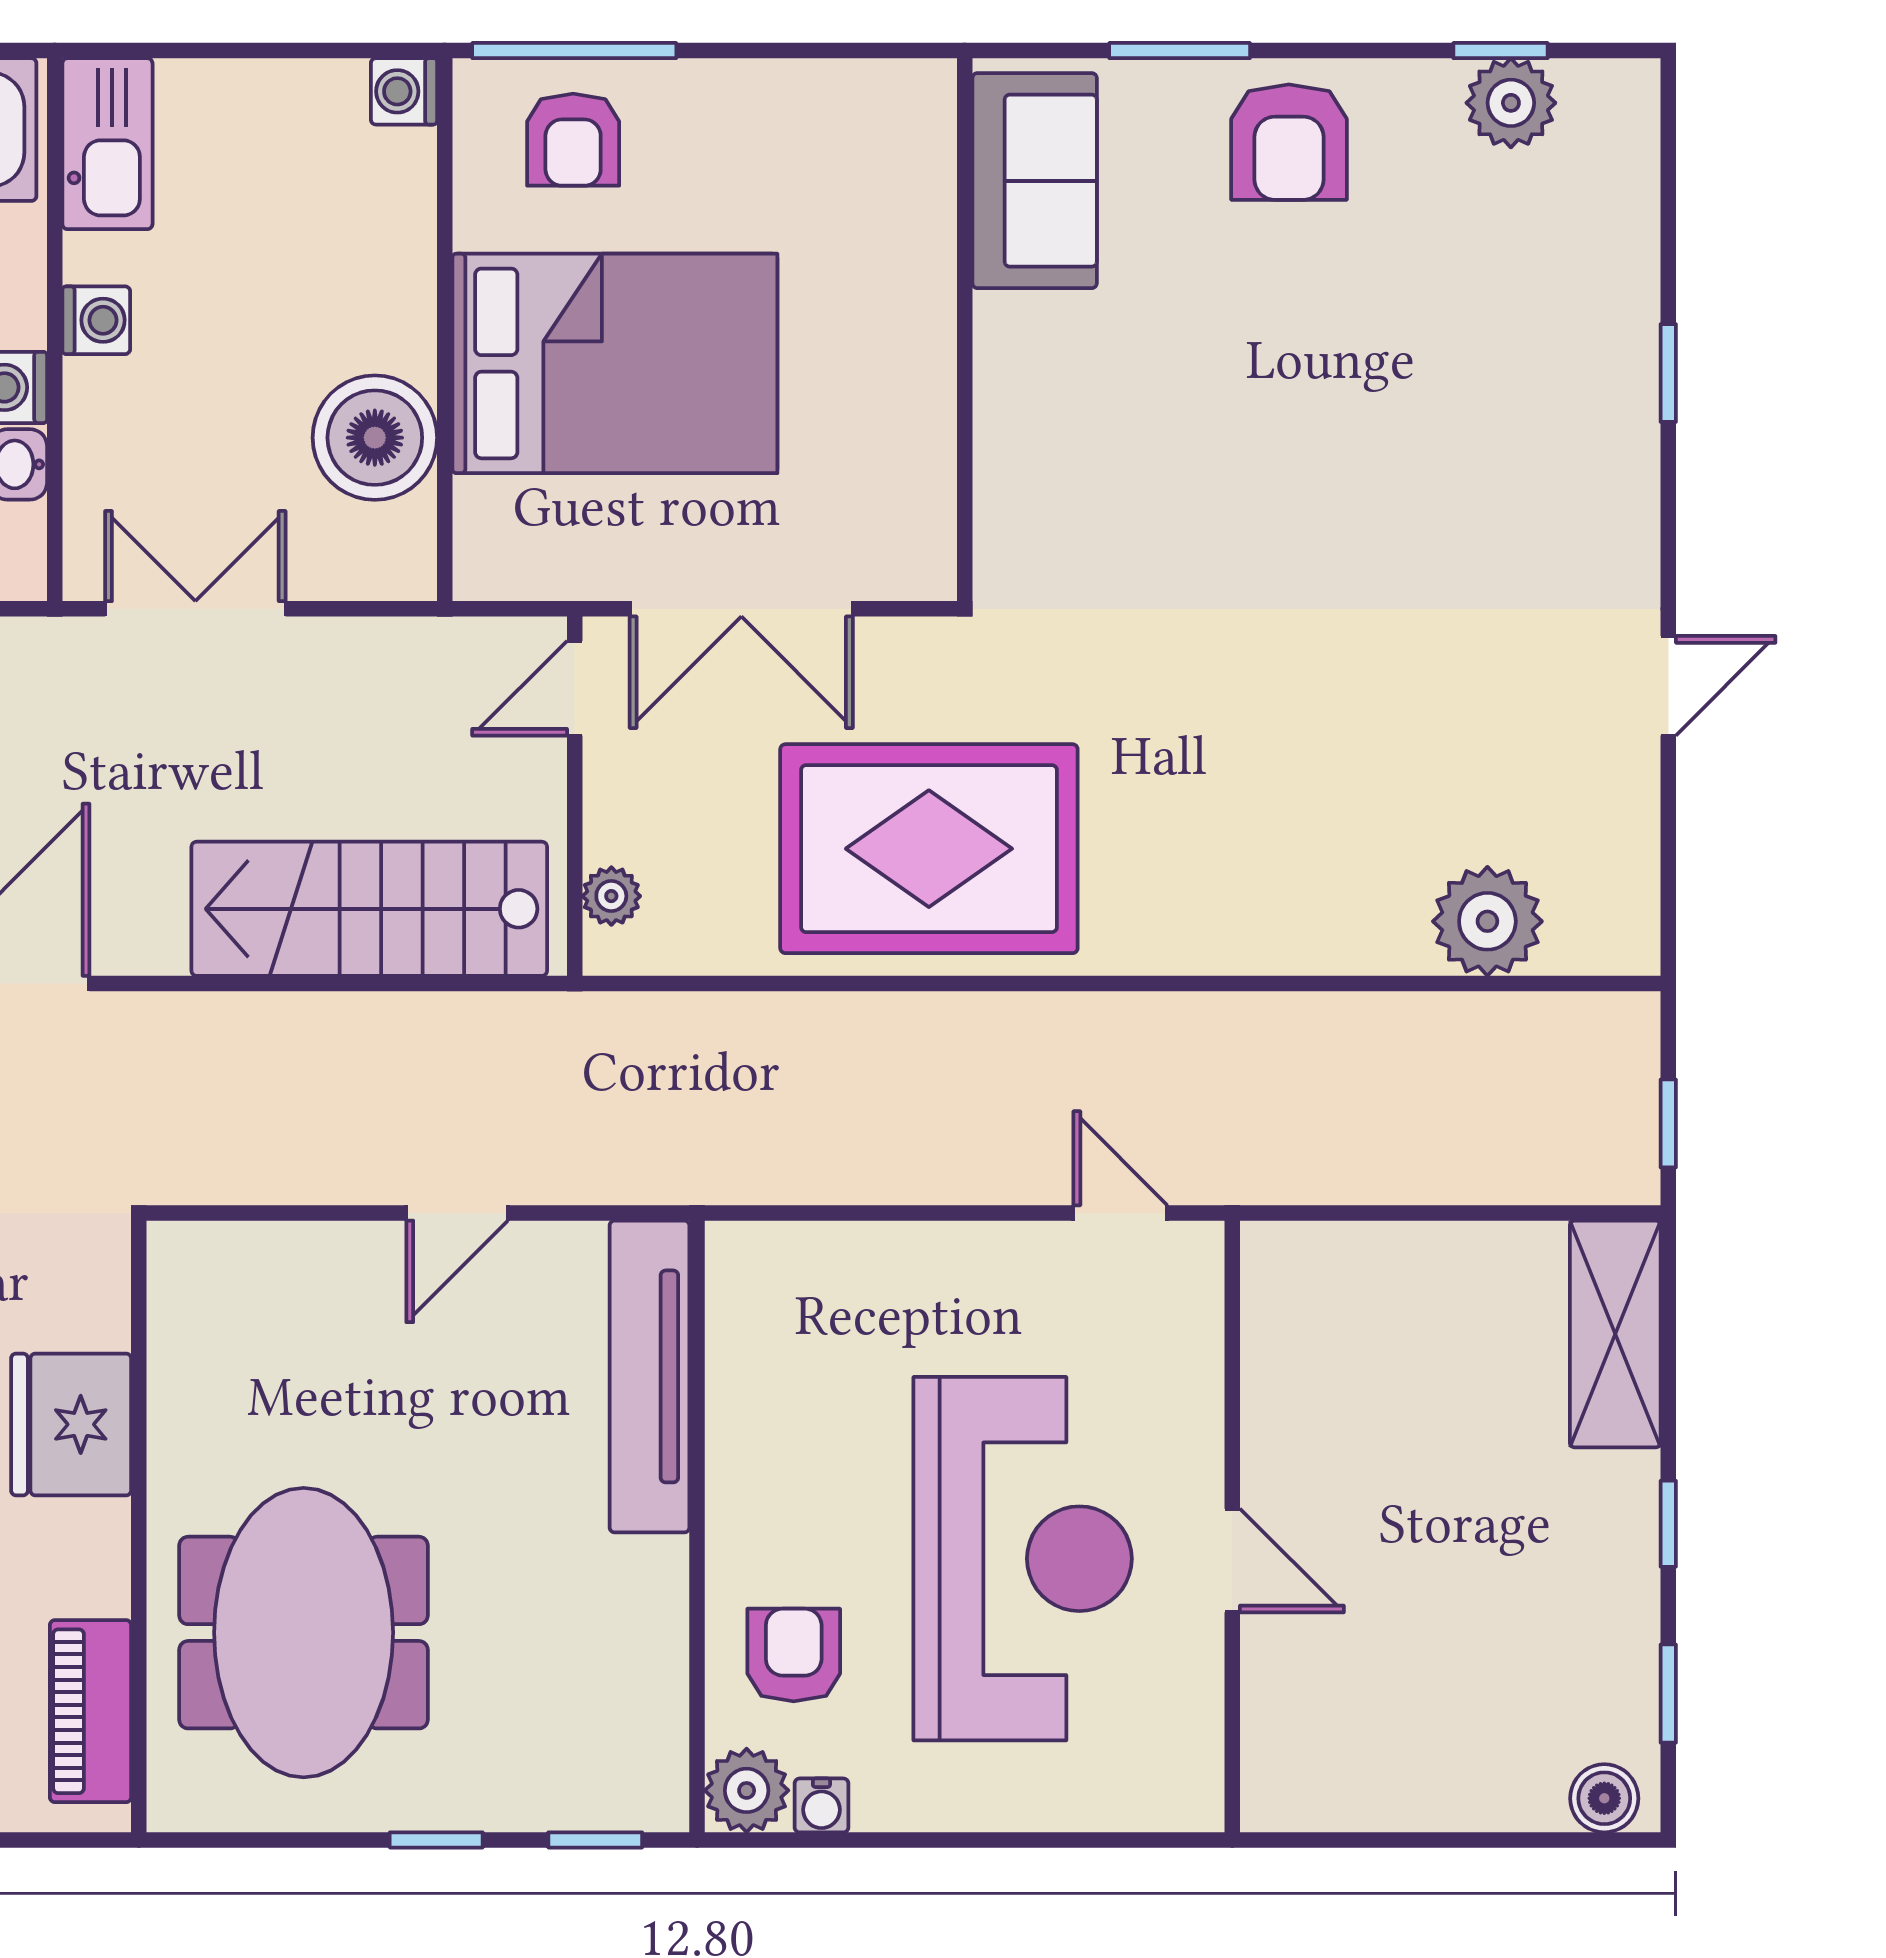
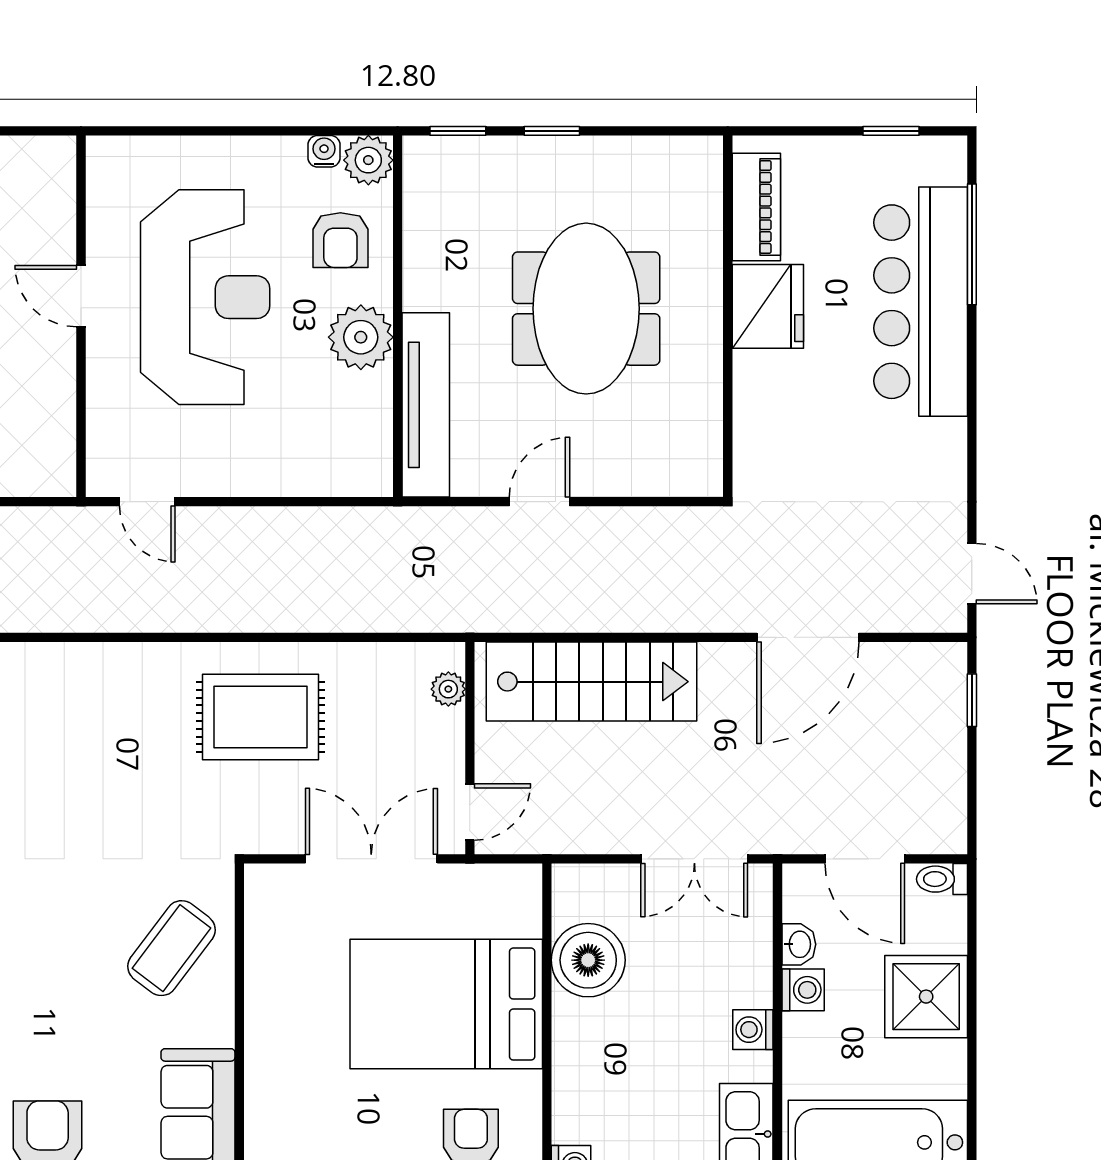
coffee table: (1079, 458) -> (171, 948), added
rug: (929, 849) -> (260, 717), width x0.73, depth x0.69
fridge: (71, 1424) -> (768, 306), moved
plant: (759, 1491) -> (361, 337), added
reception desk: (1023, 1559) -> (205, 297), turned 180
meeting table: (304, 1633) -> (586, 309), moved

